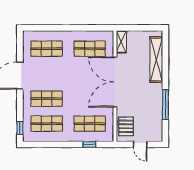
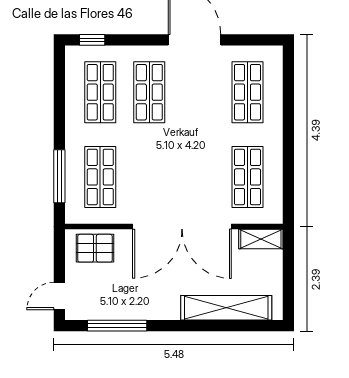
double door: (115, 82) -> (182, 227), swing flipped
window: (165, 105) -> (117, 326), moved
window: (89, 144) -> (59, 176), width x2.17
door: (140, 144) -> (59, 296), moved

